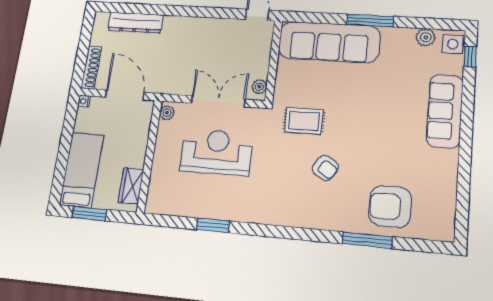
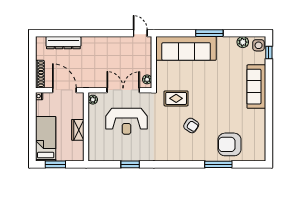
reception desk: (217, 152) -> (126, 121), turned 180
wardrobe: (131, 186) -> (78, 130), moved

